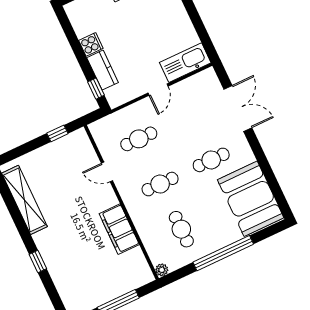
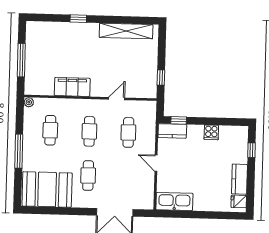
kitchen sink: (185, 63) -> (174, 202), moved, turned -90
kitchen counter: (103, 70) -> (172, 131), moved
cafe table: (181, 229) -> (50, 130), turned 90
window: (223, 253) -> (19, 151), width x0.68

